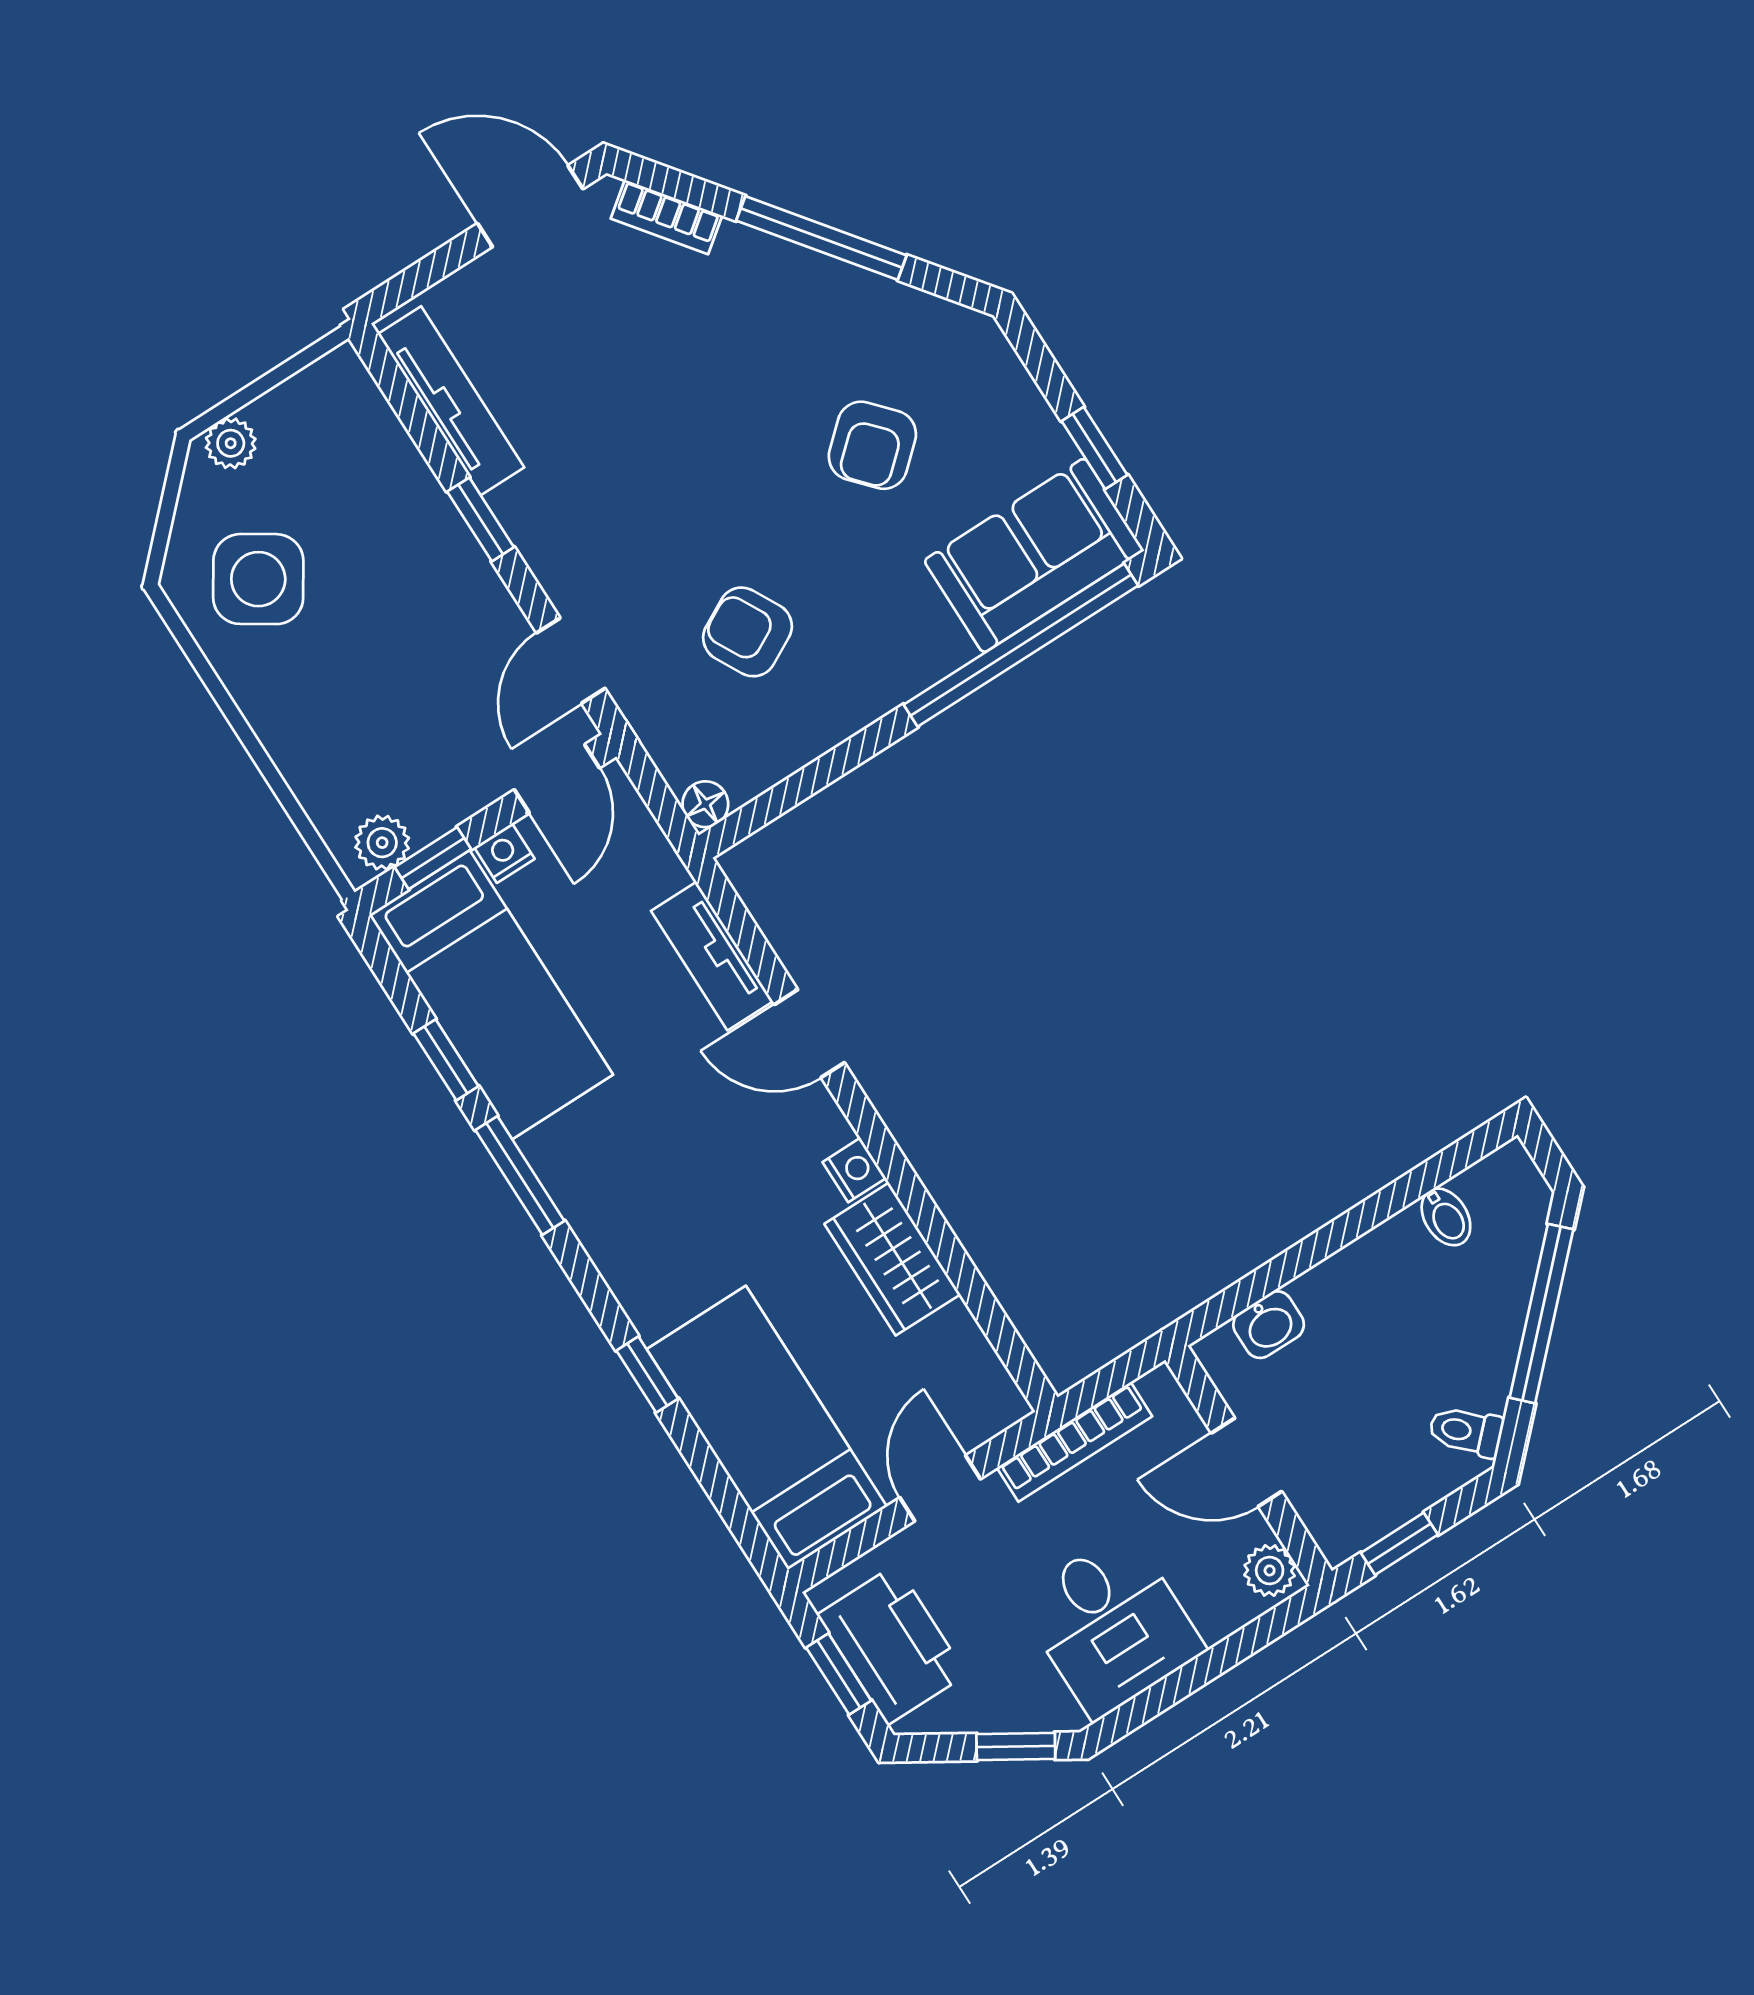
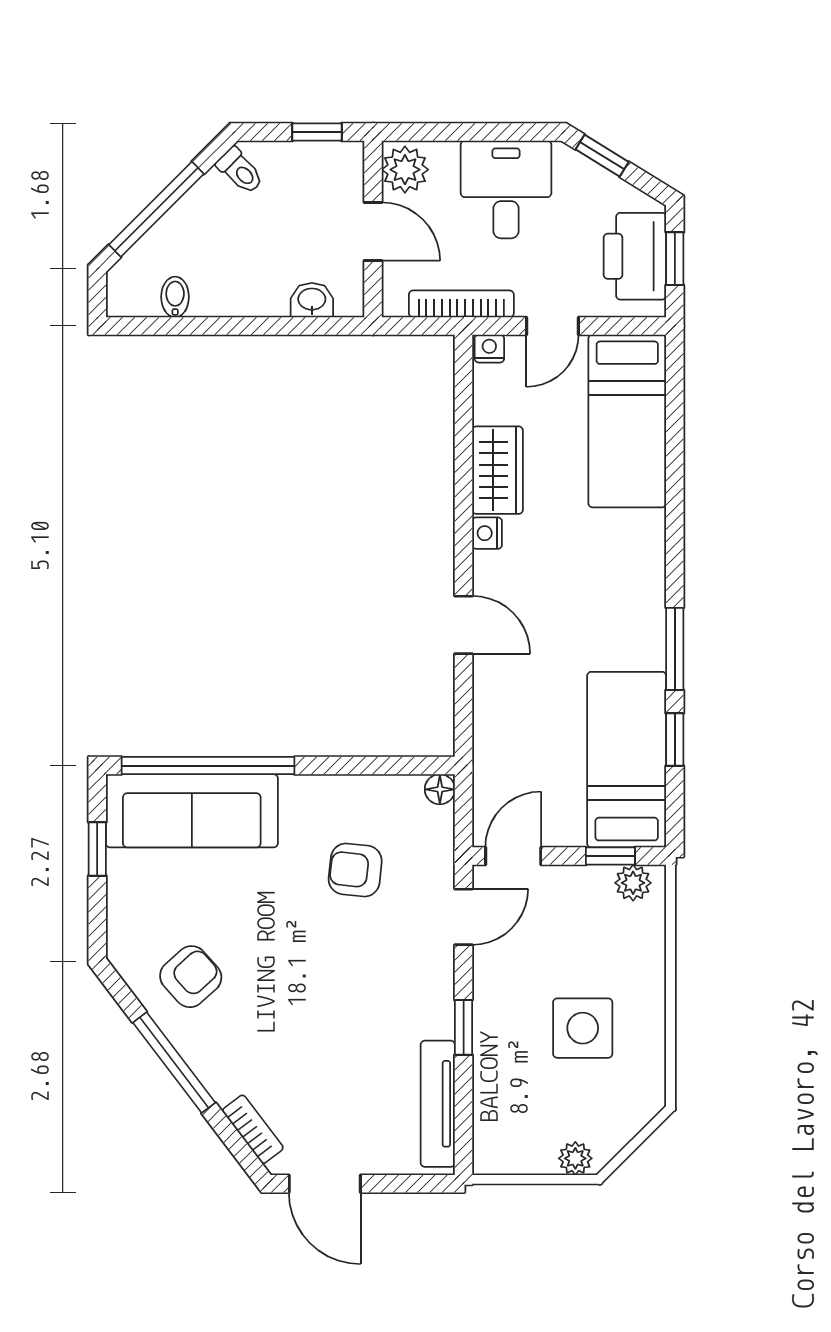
armchair: (872, 445) -> (191, 977), moved
sofa: (1034, 555) -> (192, 811), width x1.36
side table: (258, 579) -> (583, 1028), moved, turned -33
armchair: (748, 632) -> (355, 870), turned 124
nightstand: (504, 853) -> (489, 349), moved, turned 180
tv unit: (712, 956) -> (490, 703), removed
window: (647, 1375) -> (675, 493), removed
plant: (1270, 1570) -> (405, 170), width x1.38, depth x1.38

